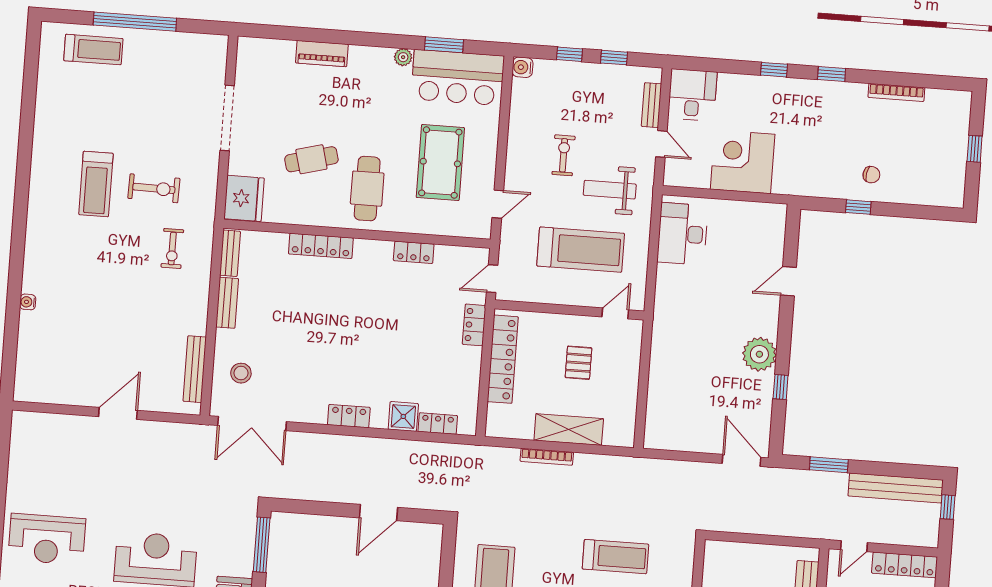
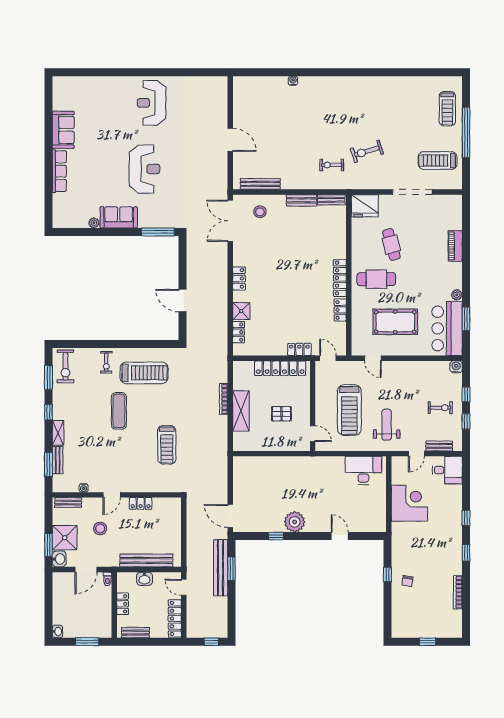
exercise bike: (564, 155) -> (440, 408), moved
treadmill: (96, 184) -> (438, 161), moved
exercise bike: (154, 188) -> (367, 151), turned 72
locker: (321, 246) -> (340, 278), moved
door: (741, 460) -> (230, 516), swing flipped
bench: (896, 488) -> (221, 568), moved

